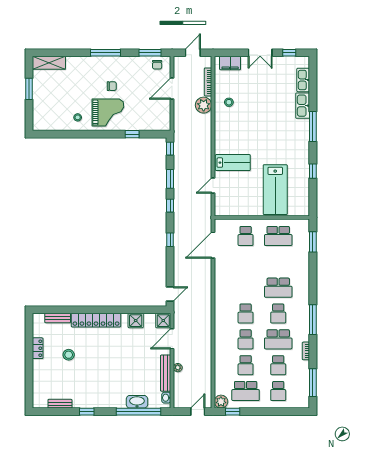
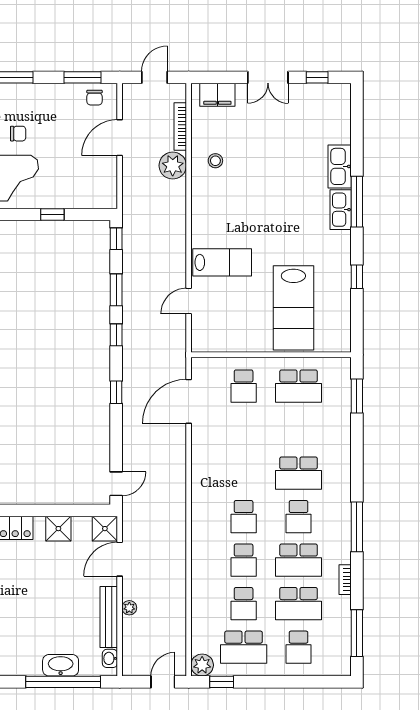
kitchen sink: (303, 80) -> (341, 210), moved
school desk: (278, 365) -> (299, 604), width x1.85

